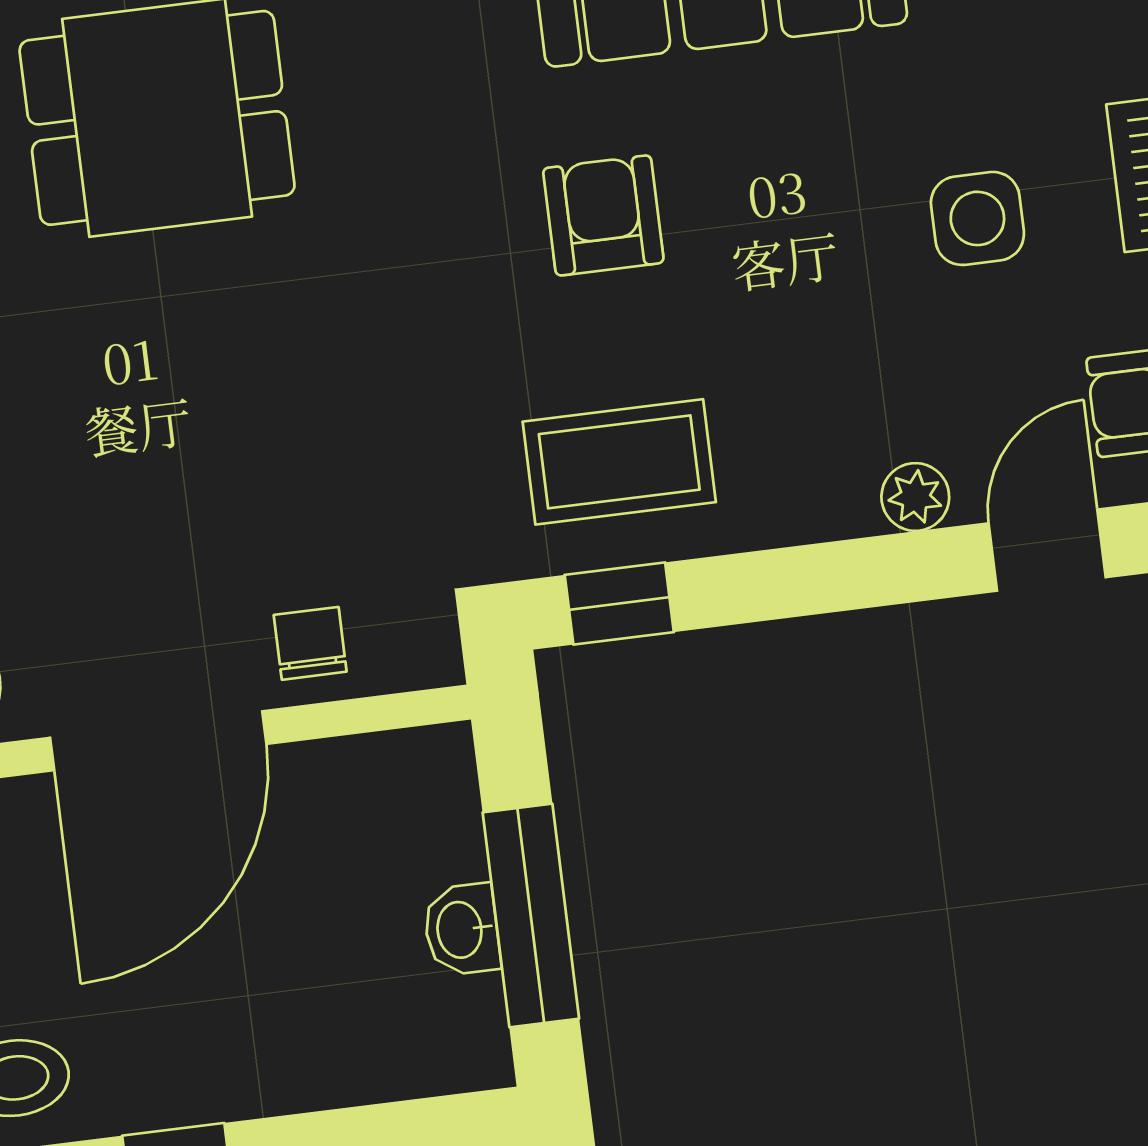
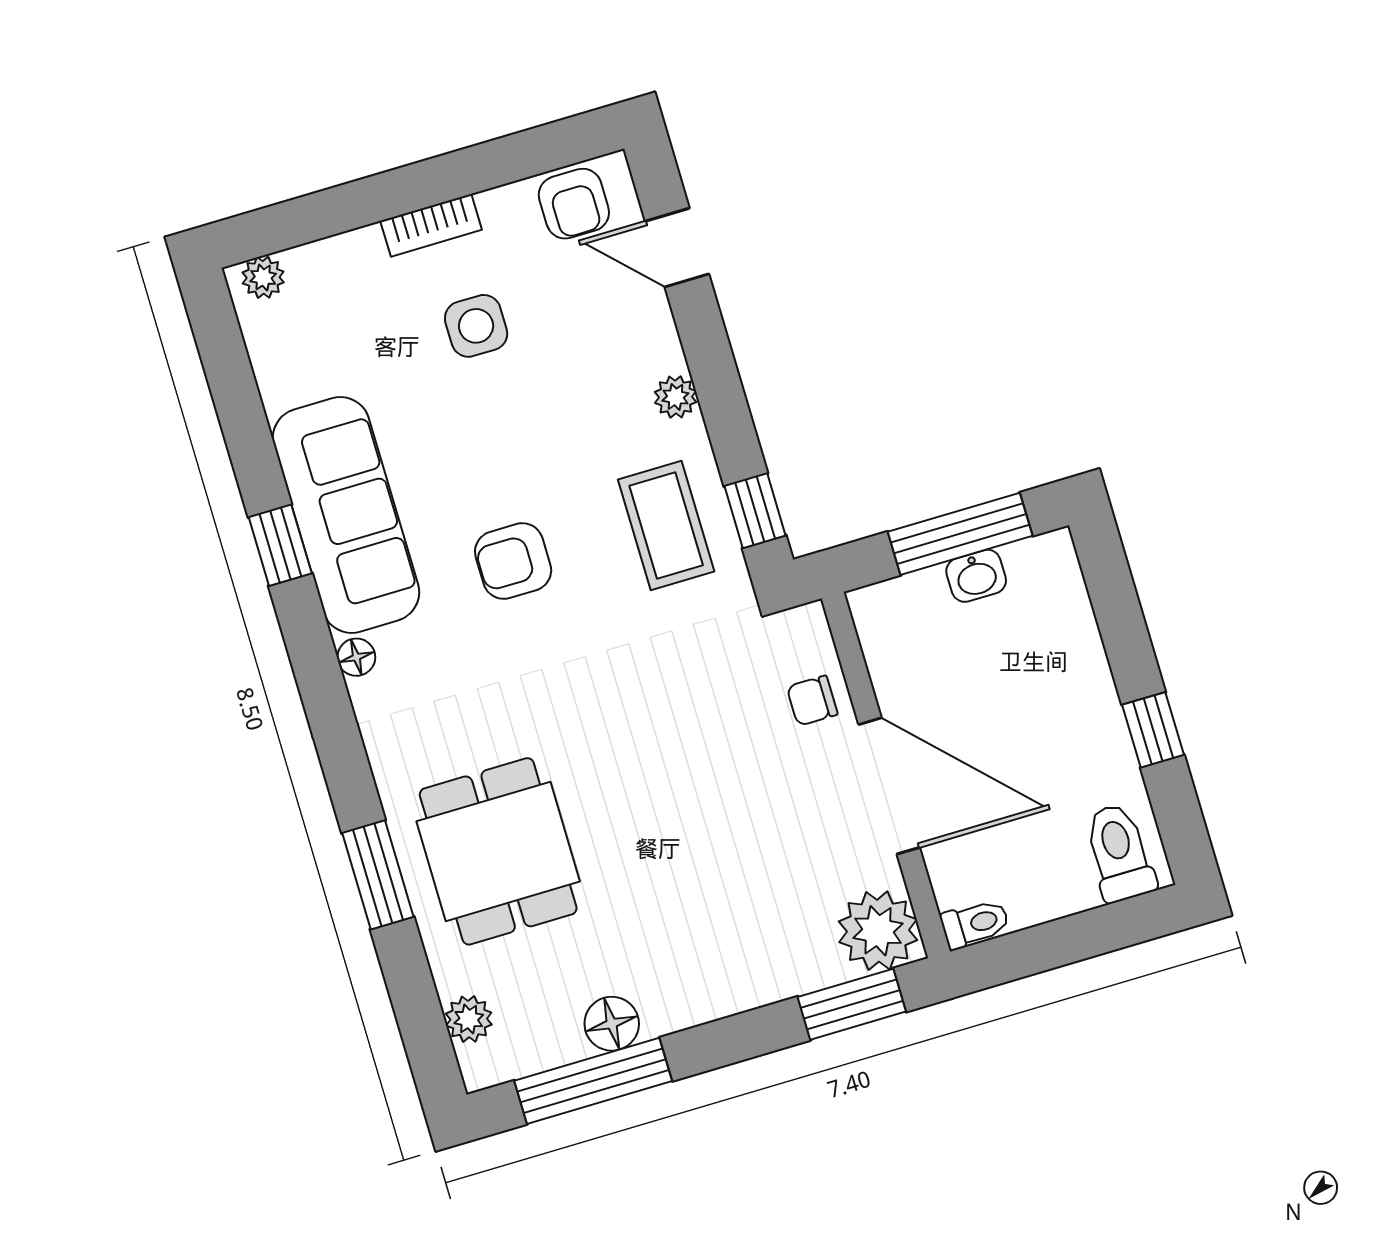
plant: (915, 497) -> (675, 397), moved

